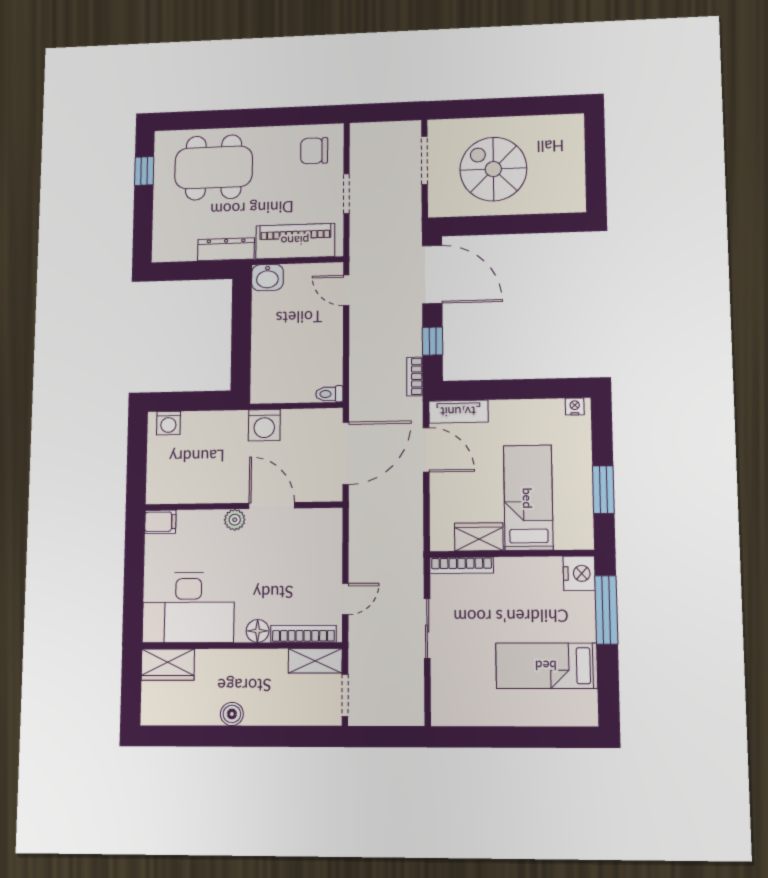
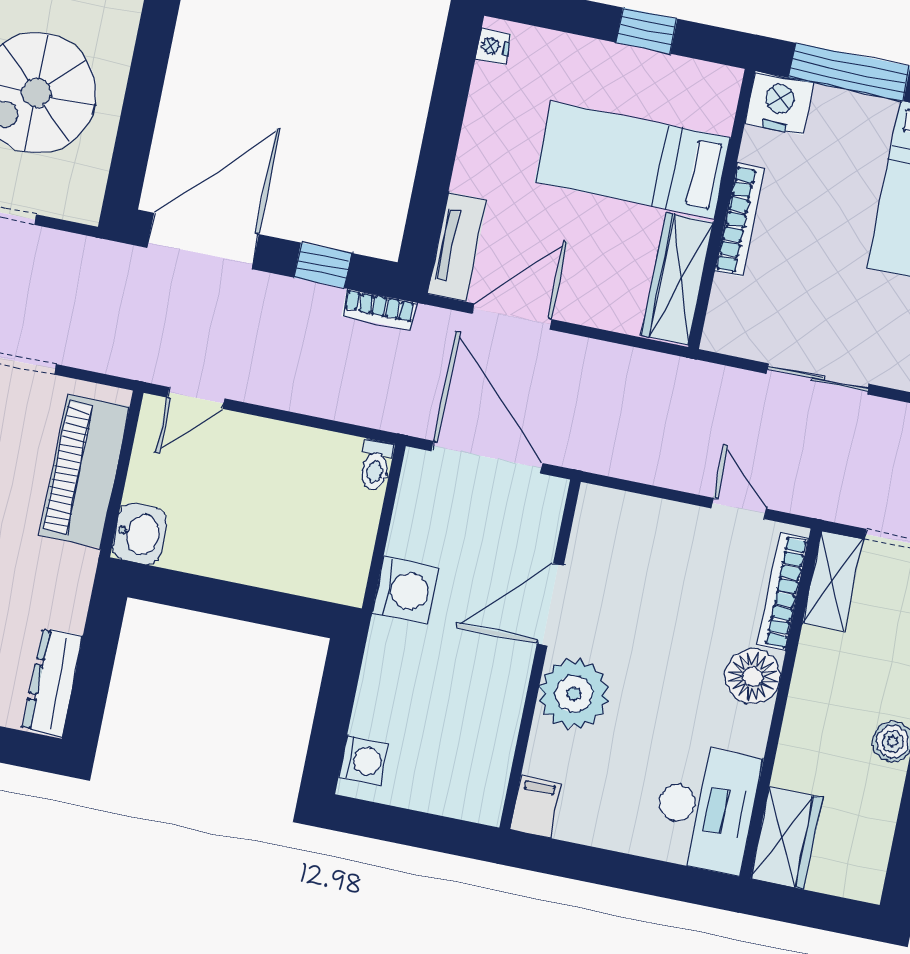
dresser: (226, 249) -> (53, 683), moved
window: (603, 490) -> (647, 31), width x0.67
plant: (235, 520) -> (574, 694), width x1.88, depth x1.88
wardrobe: (479, 537) -> (677, 279), width x1.50
bookcase: (461, 565) -> (739, 220), moved
desk: (188, 608) -> (706, 808), width x0.73, depth x0.77
floor lamp: (258, 631) -> (752, 676), width x1.38, depth x1.38

